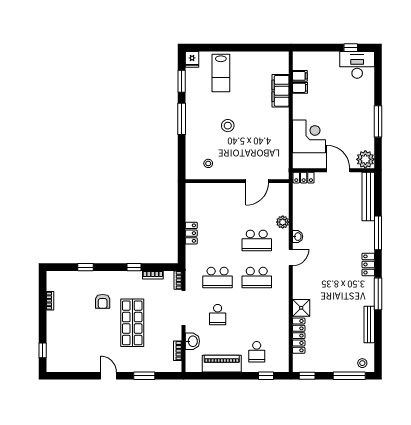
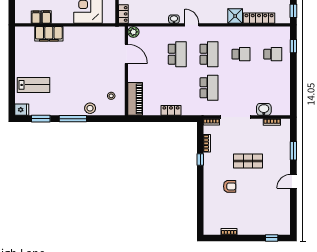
stool: (228, 126) -> (90, 108), moved
plant: (283, 222) -> (133, 32), moved
window: (86, 267) -> (200, 201), removed
school desk: (218, 315) -> (241, 54), moved
shop shelf: (132, 323) -> (248, 161), width x0.70, depth x0.74
piano: (222, 364) -> (135, 99), moved, turned 180

